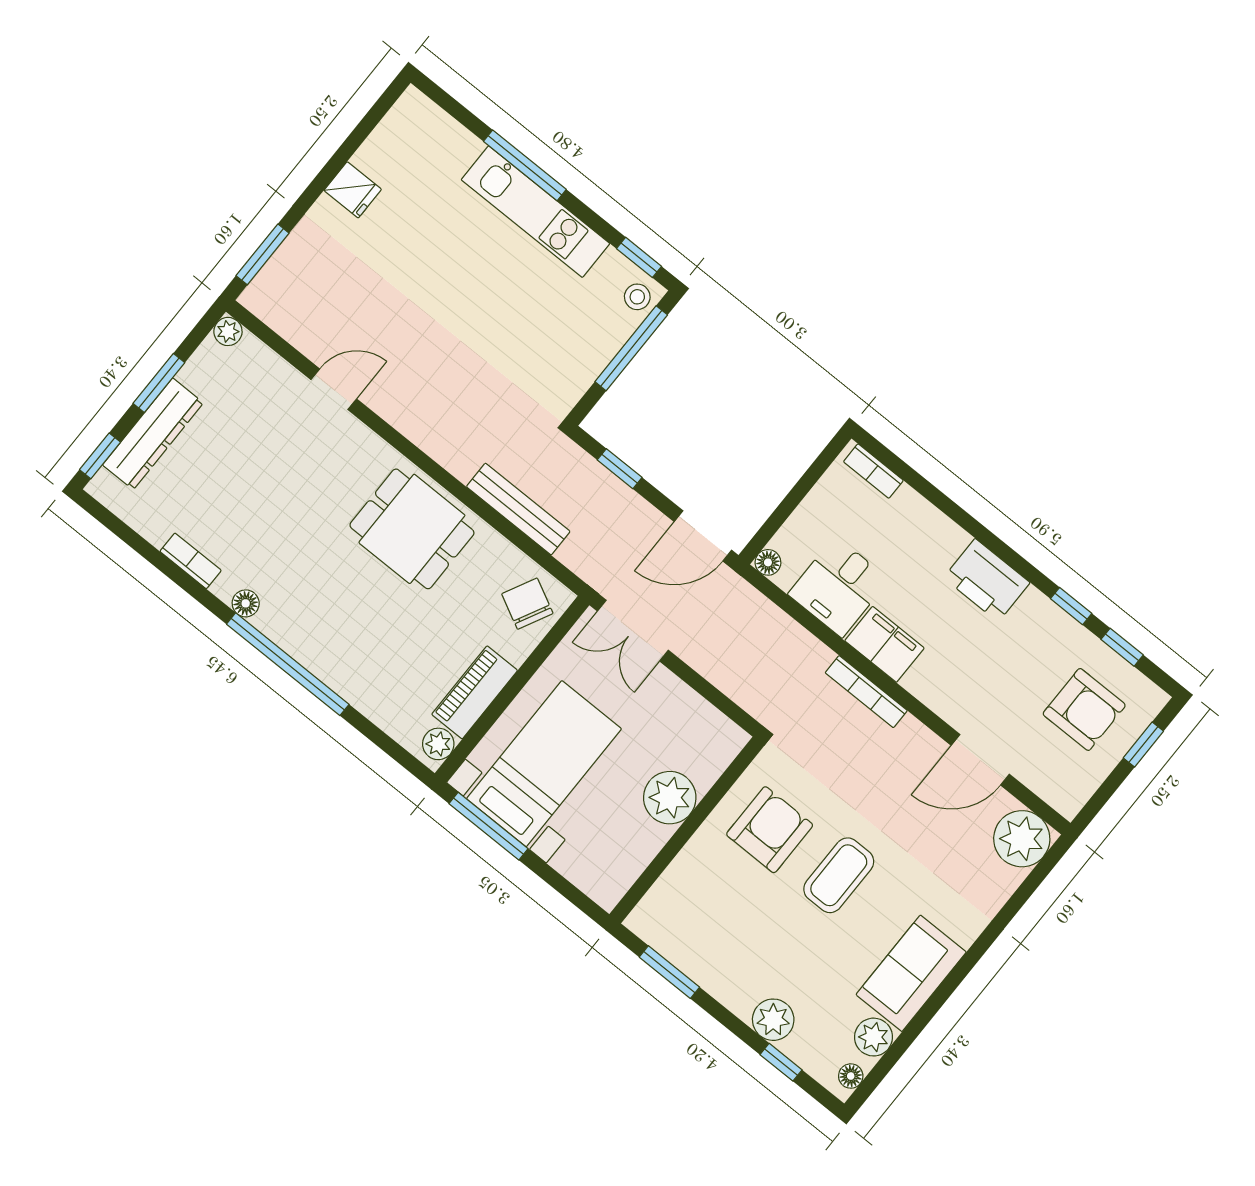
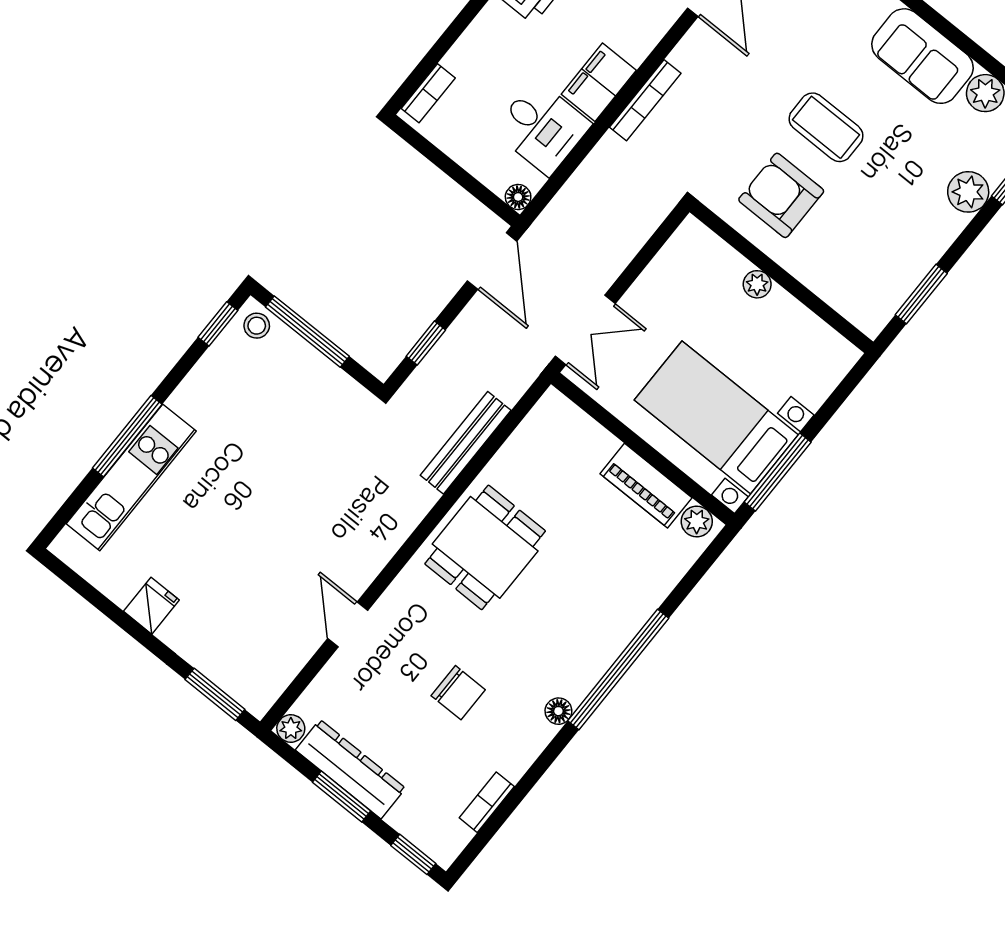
kitchen unit: (535, 212) -> (131, 477), moved
dresser: (153, 434) -> (350, 769), moved
bookcase: (191, 561) -> (487, 802), moved
chair: (527, 604) -> (458, 693), moved, turned -117
plant: (670, 798) -> (757, 284), width x0.53, depth x0.53

